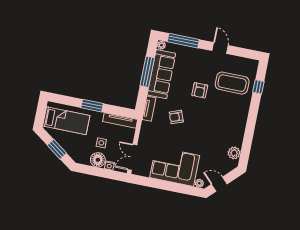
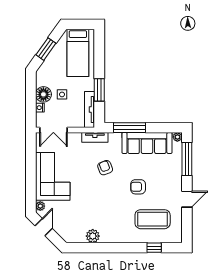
window: (147, 72) -> (129, 128), moved
coffee table: (232, 83) -> (153, 219), turned 90
window: (92, 106) -> (99, 90), moved
tv unit: (149, 109) -> (95, 137), moved
plant: (234, 153) -> (93, 236), moved
double door: (132, 157) -> (53, 130), swing flipped

